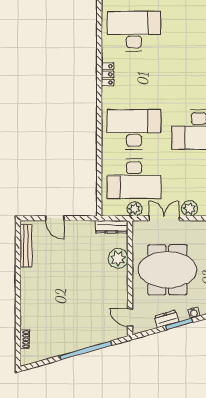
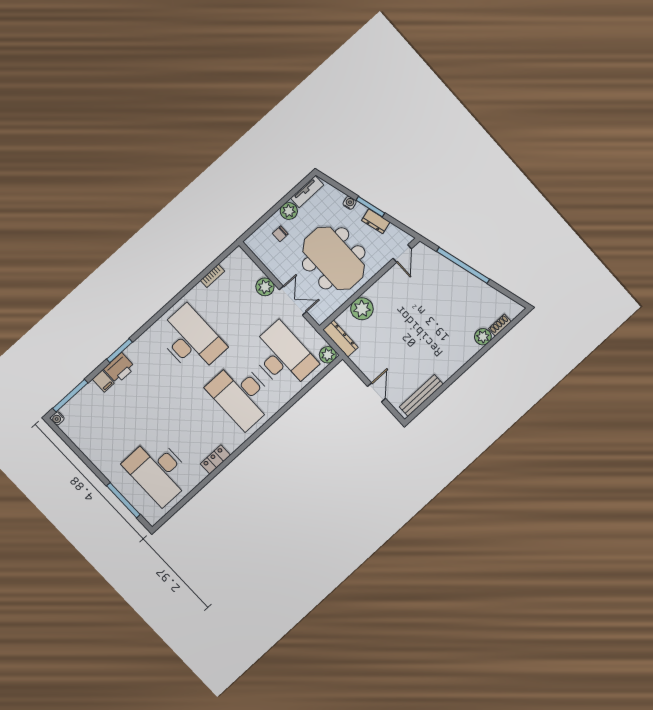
plant: (135, 209) -> (328, 355), moved
double door: (164, 218) -> (293, 301), swing flipped
plant: (27, 321) -> (483, 337), added

